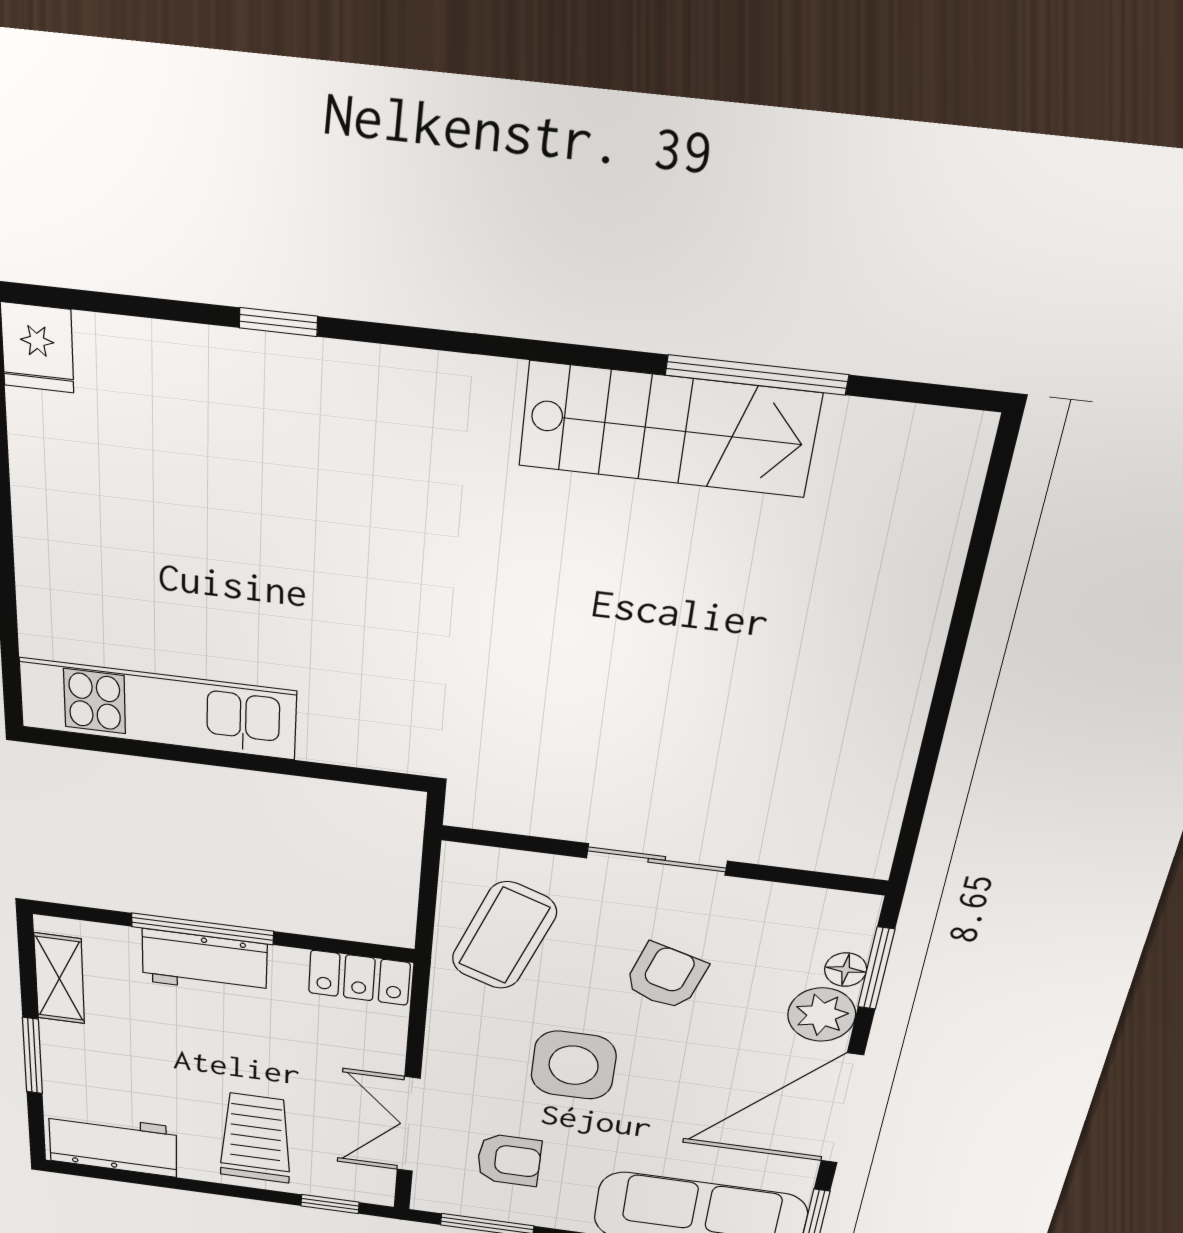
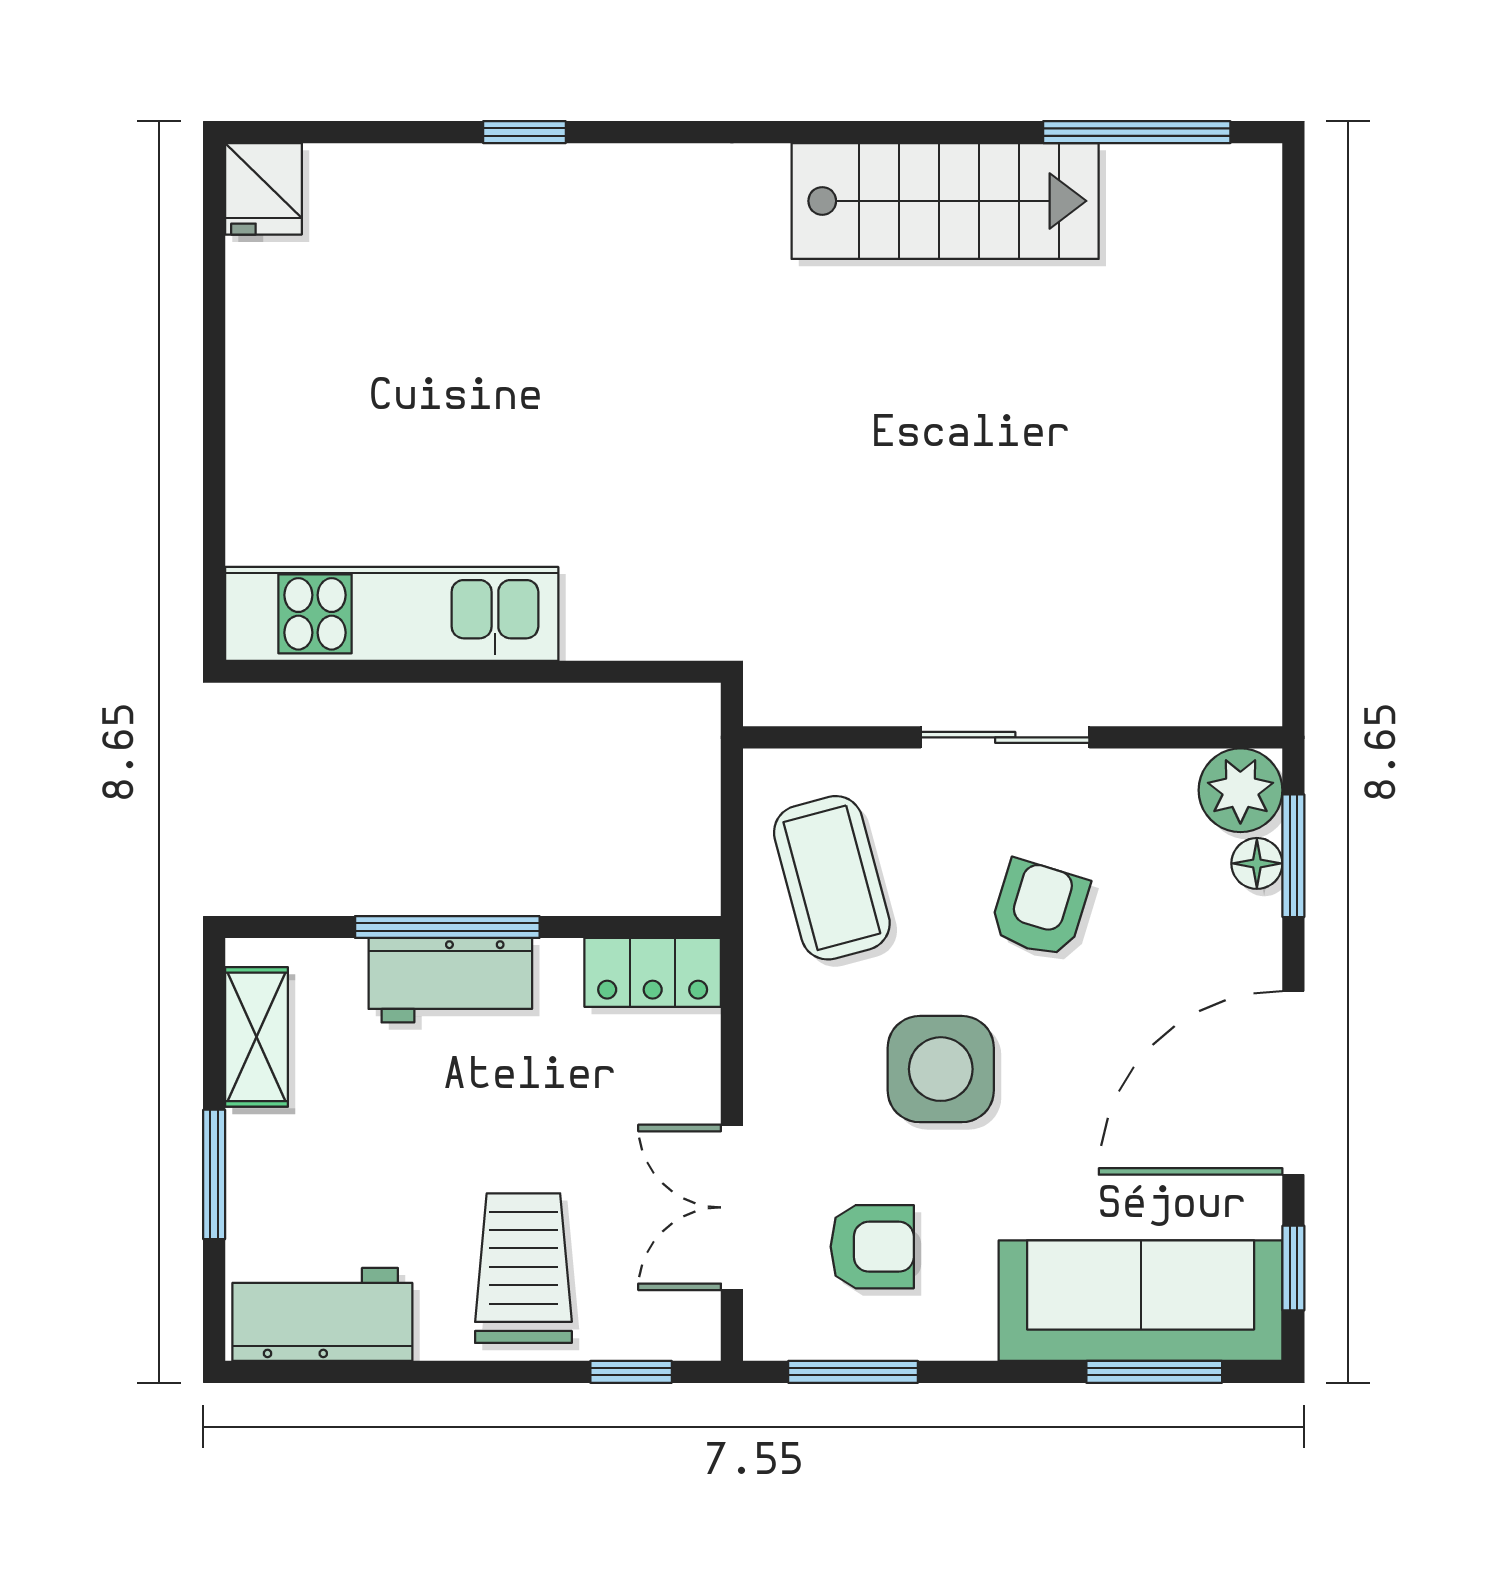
window: (757, 375) -> (1137, 132), moved
coffee table: (504, 936) -> (832, 878), turned -35
plant: (822, 1015) -> (1240, 790), moved

